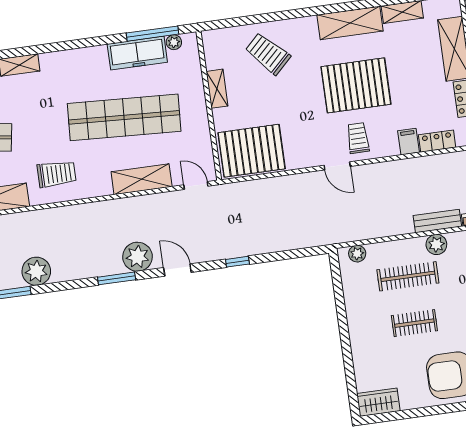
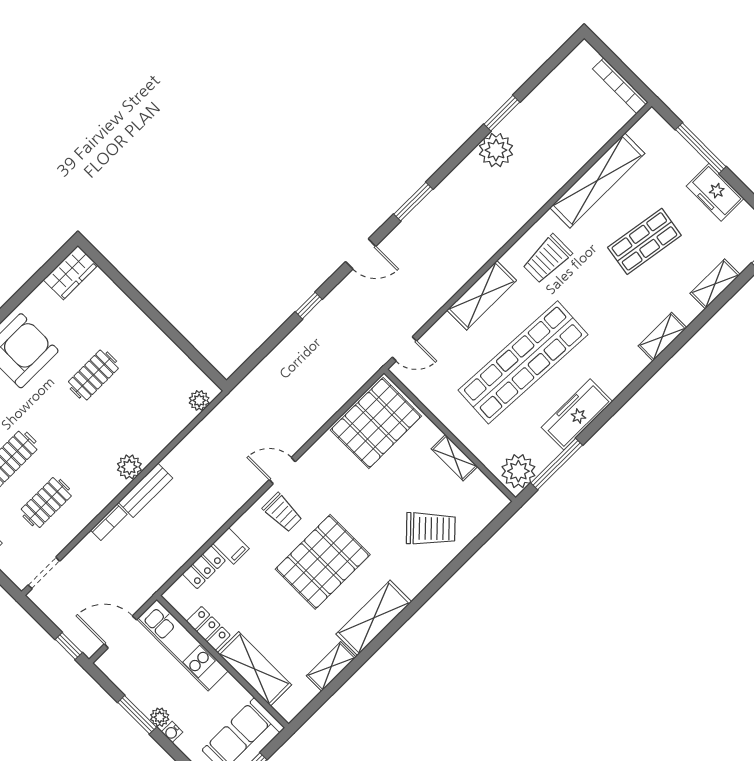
plant: (174, 42) -> (518, 471), width x1.88, depth x1.88
freezer: (137, 53) -> (577, 414), moved
shelving: (142, 179) -> (482, 295), moved
plant: (138, 257) -> (409, 238), removed
clothes rail: (408, 276) -> (134, 415), removed

